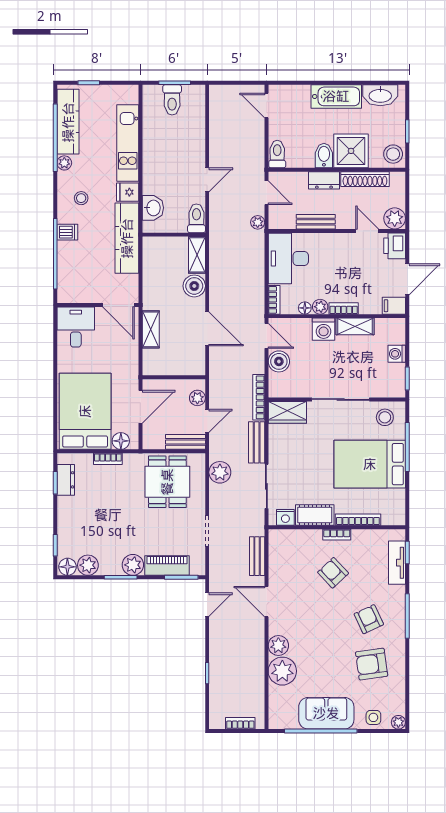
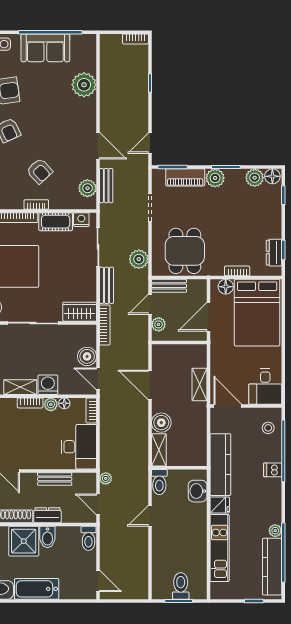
stool: (81, 198) -> (268, 428), moved
plant: (278, 645) -> (87, 188), moved
bookcase: (240, 723) -> (136, 39), moved

